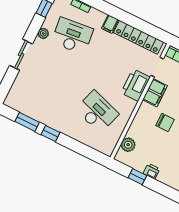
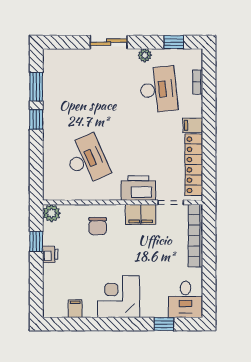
desk: (97, 112) -> (87, 160), turned -42
chair: (165, 123) -> (98, 226), moved
plant: (128, 145) -> (51, 213), moved

